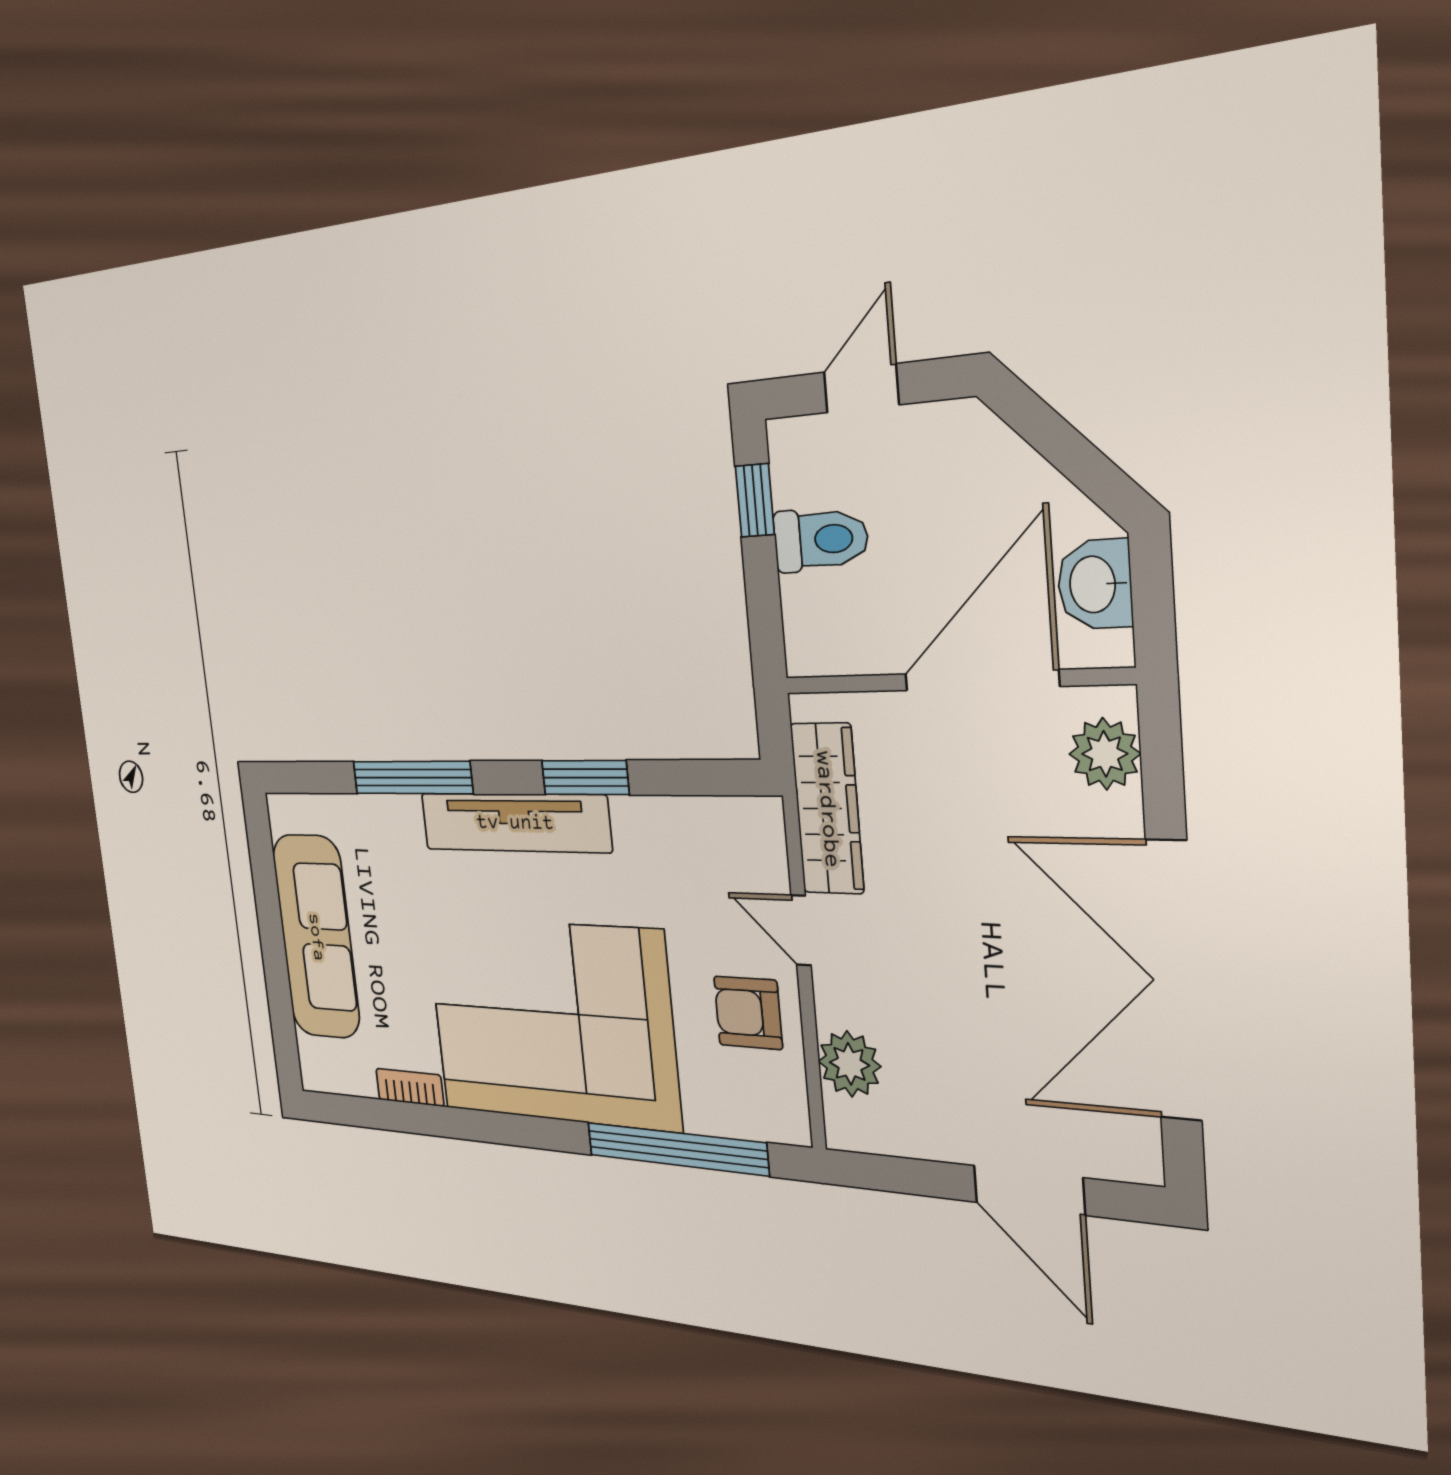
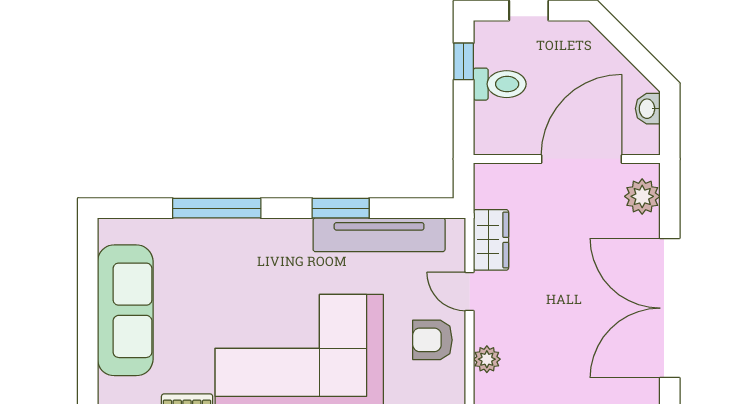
washbasin: (1095, 584) -> (648, 109), width x0.72, depth x0.69
wardrobe: (827, 809) -> (491, 240), width x0.67
tv unit: (515, 823) -> (379, 235), moved
plant: (850, 1064) -> (487, 359), width x0.73, depth x0.73

